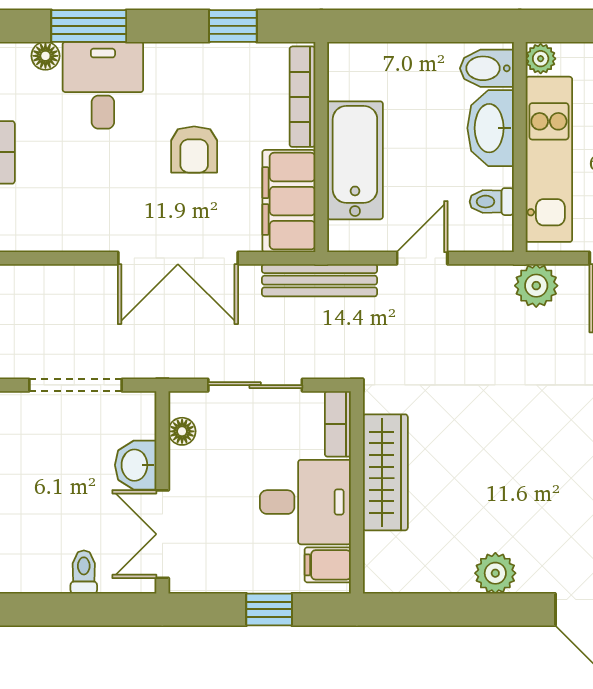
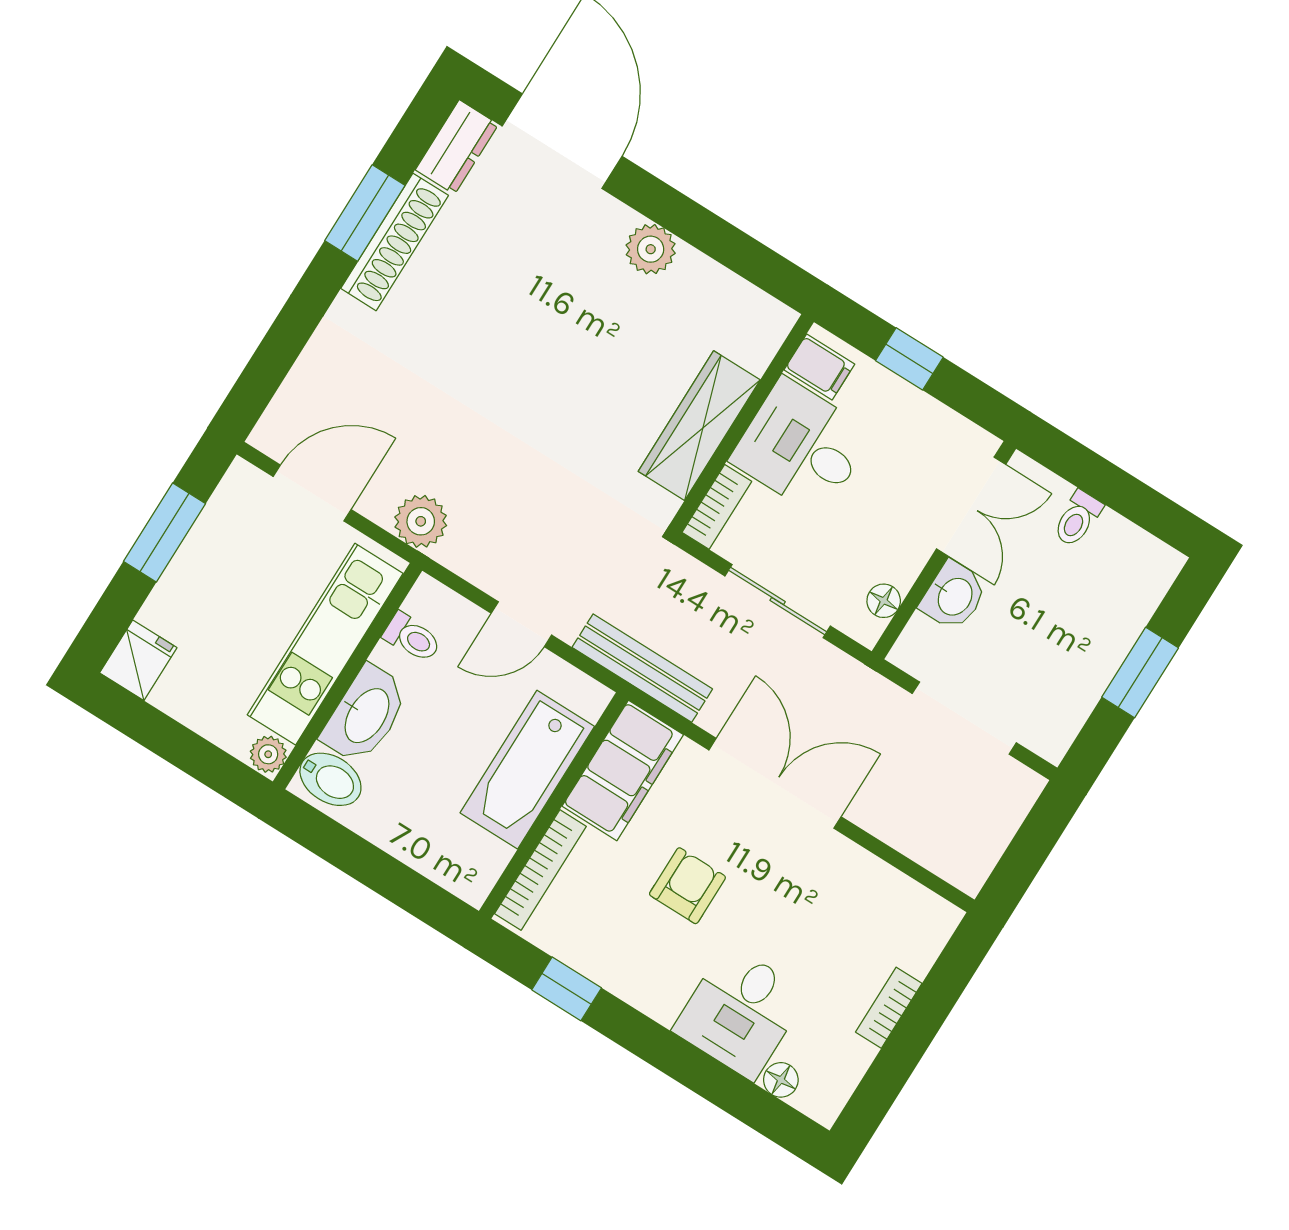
window: (89, 26) -> (716, 1083), removed

